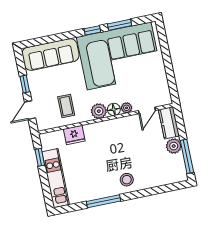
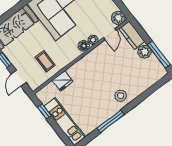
plant: (99, 111) -> (118, 18), moved

